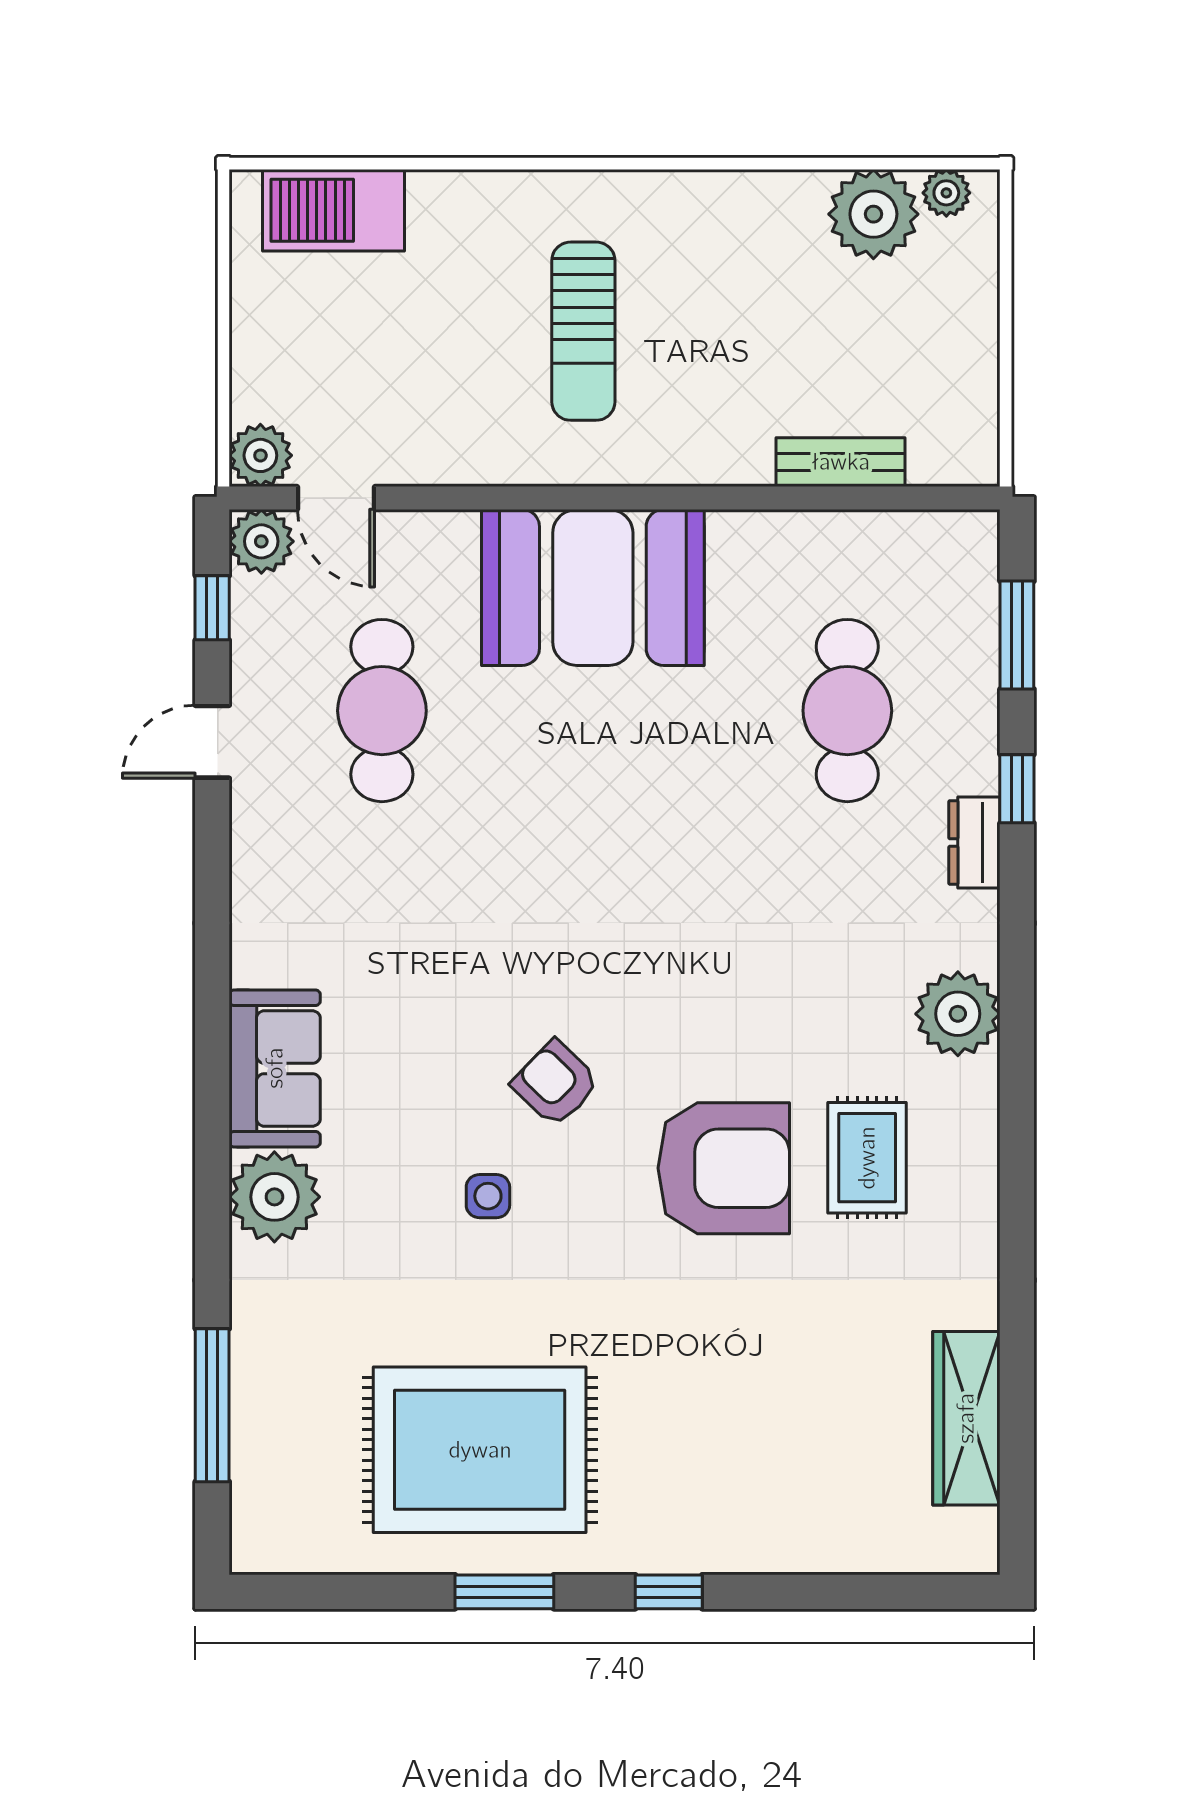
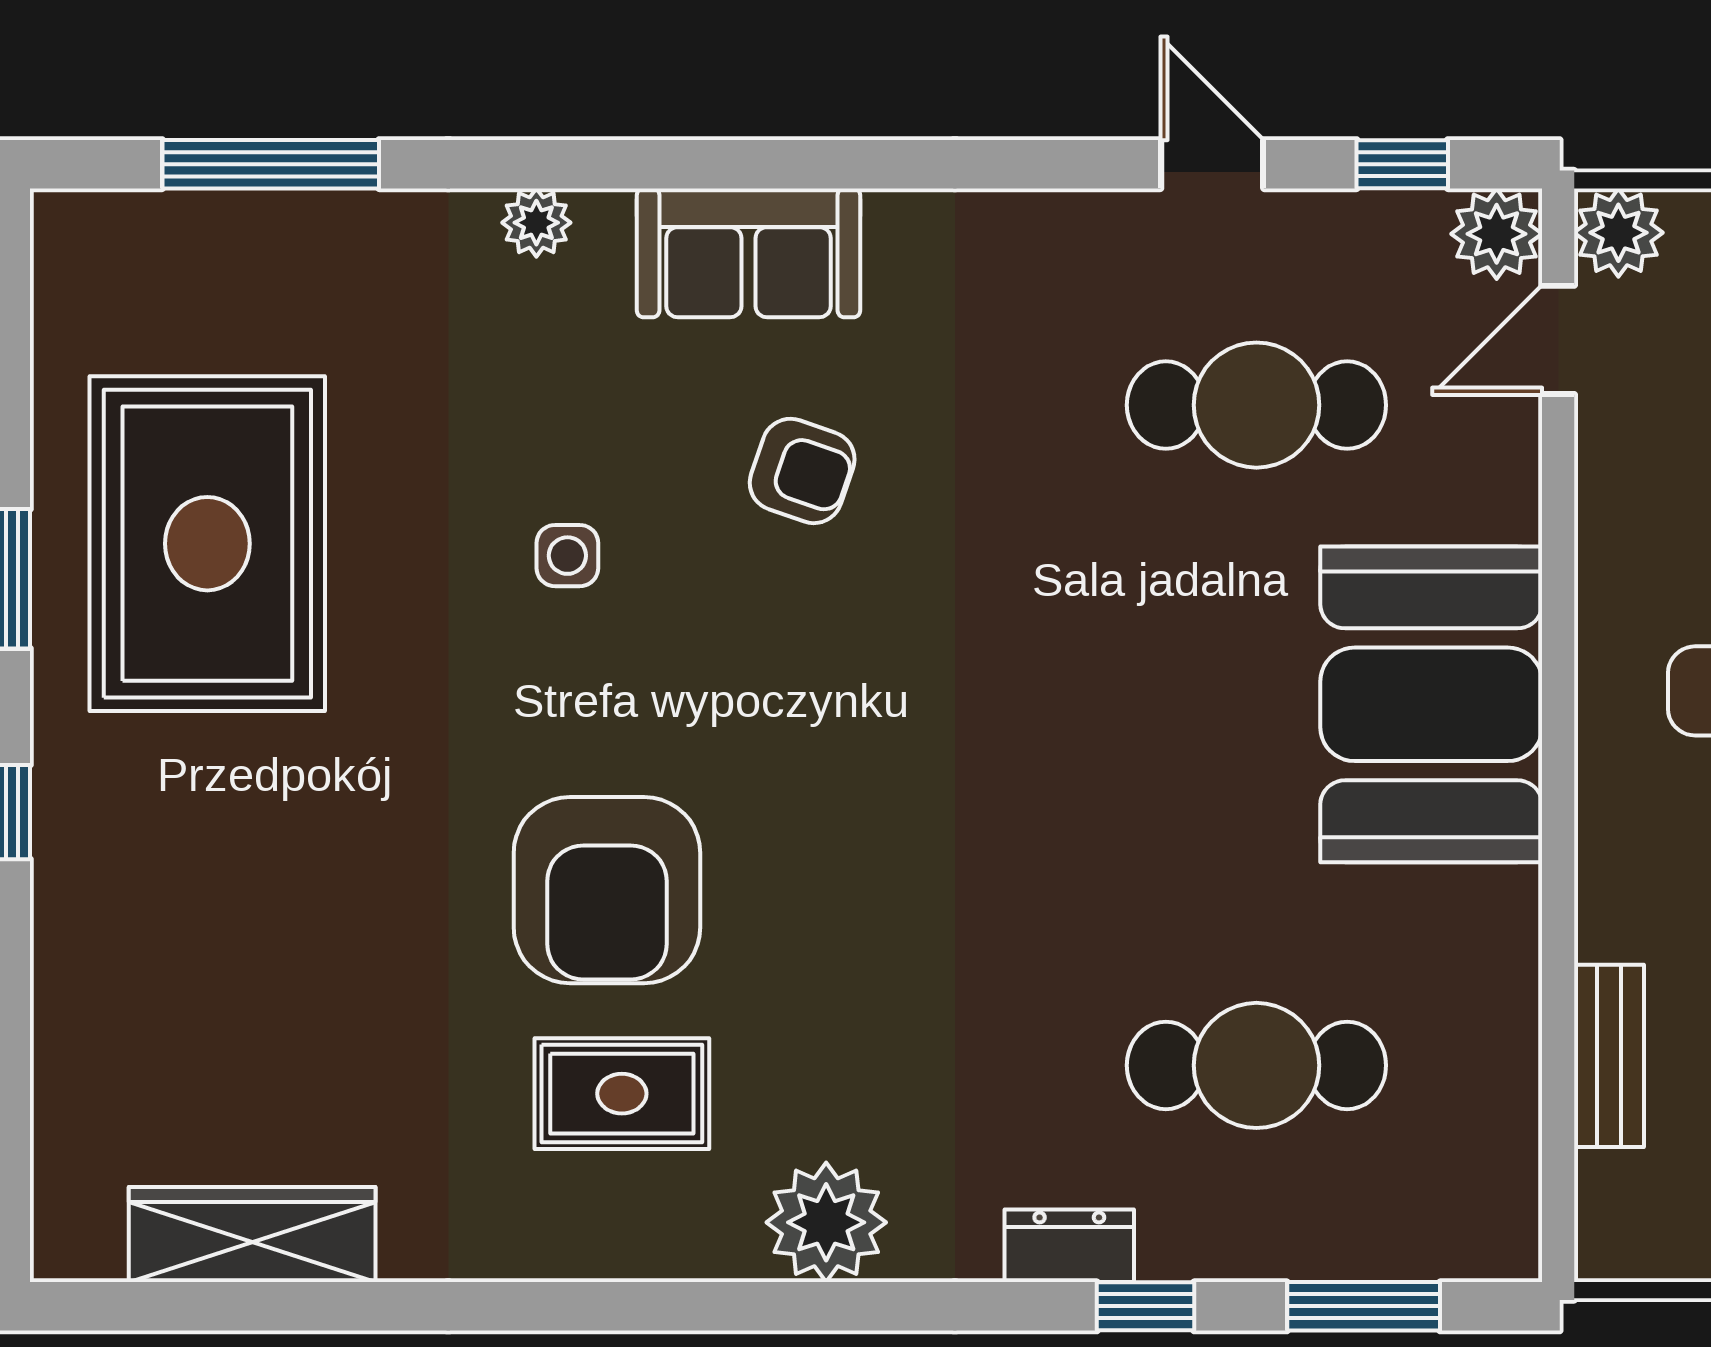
armchair: (555, 1083) -> (802, 471), moved, turned 65
plant: (274, 1197) -> (536, 223), width x0.53, depth x0.53

